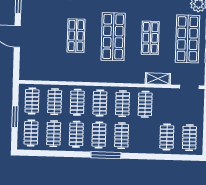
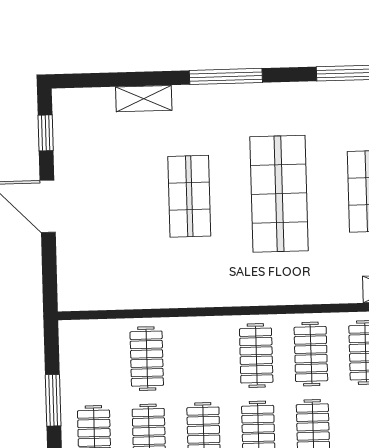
clothes rail: (32, 101) -> (92, 360), removed
clothes rail: (77, 102) -> (201, 357), removed

